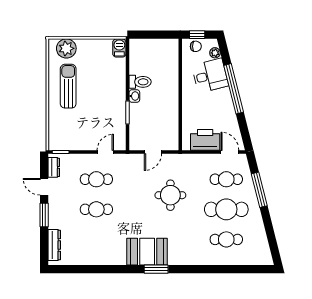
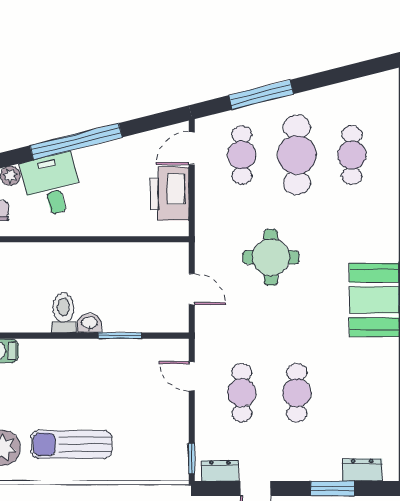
window: (44, 215) -> (332, 489), moved
dresser: (54, 245) -> (362, 470), width x0.70

